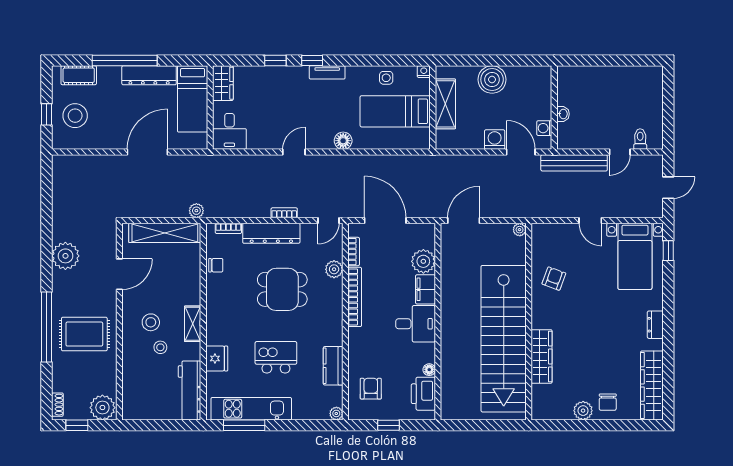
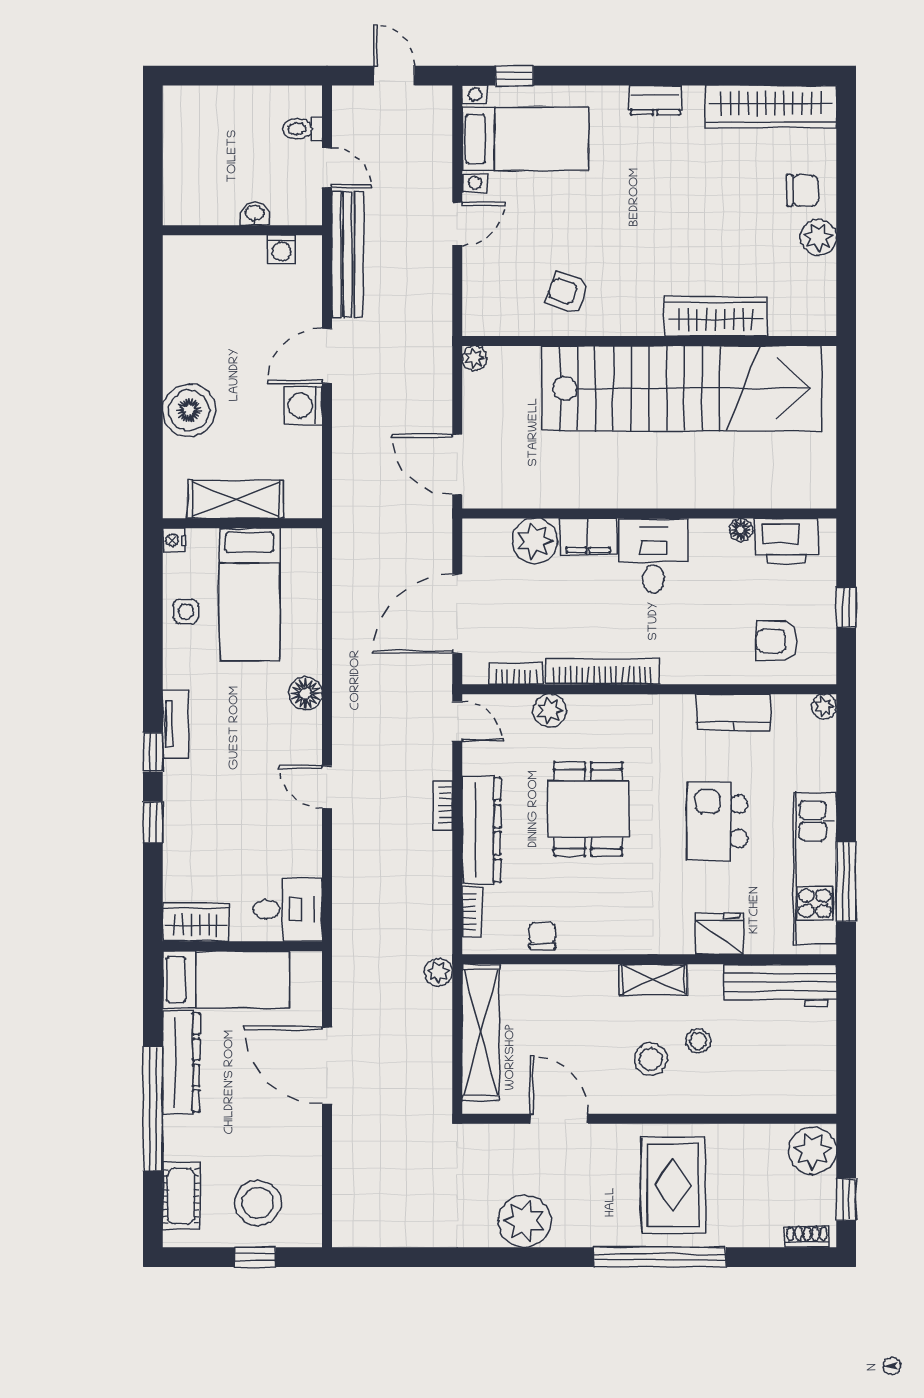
wall: (554, 108) -> (242, 230), moved
washbasin: (563, 114) -> (255, 214), moved
washing machine: (544, 128) -> (281, 249), moved

